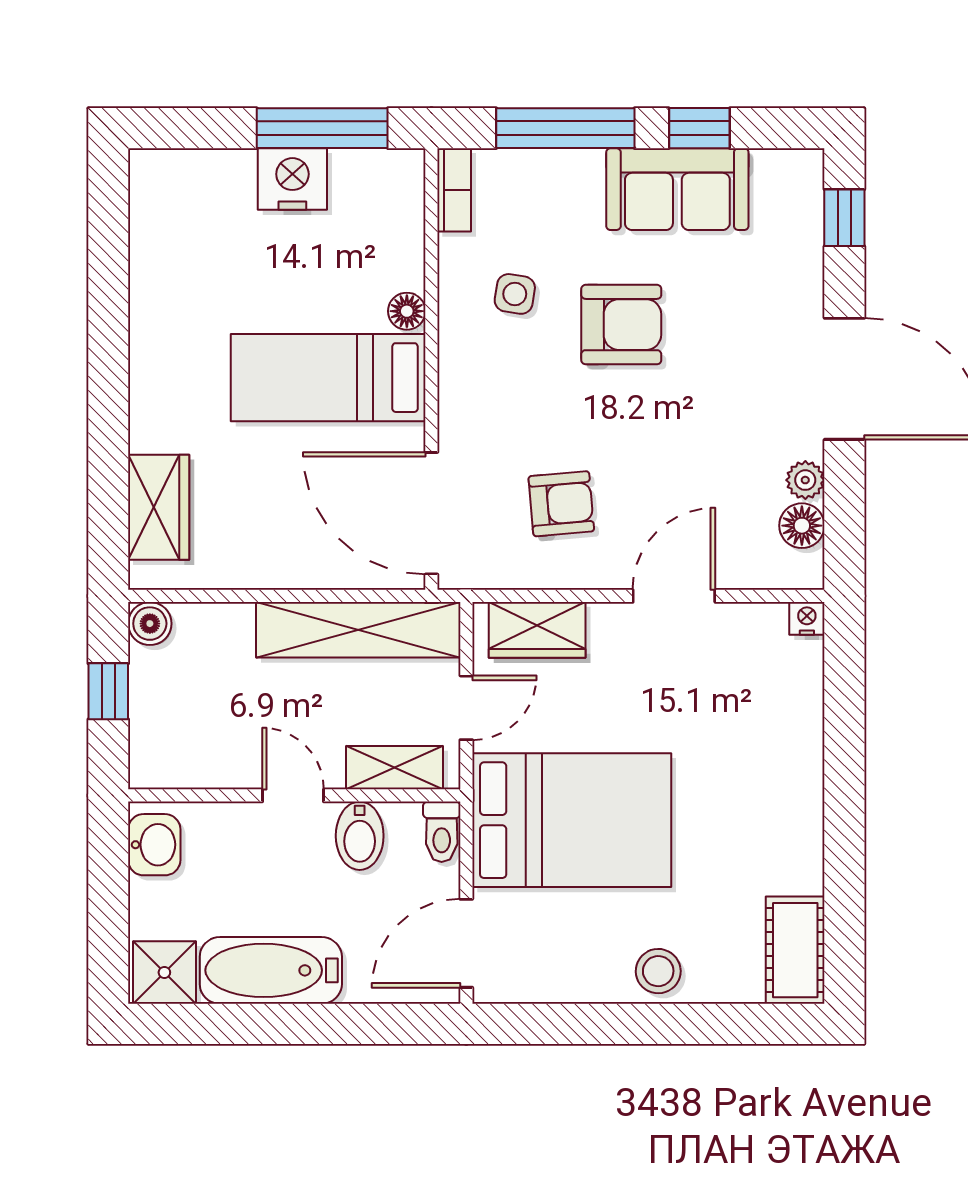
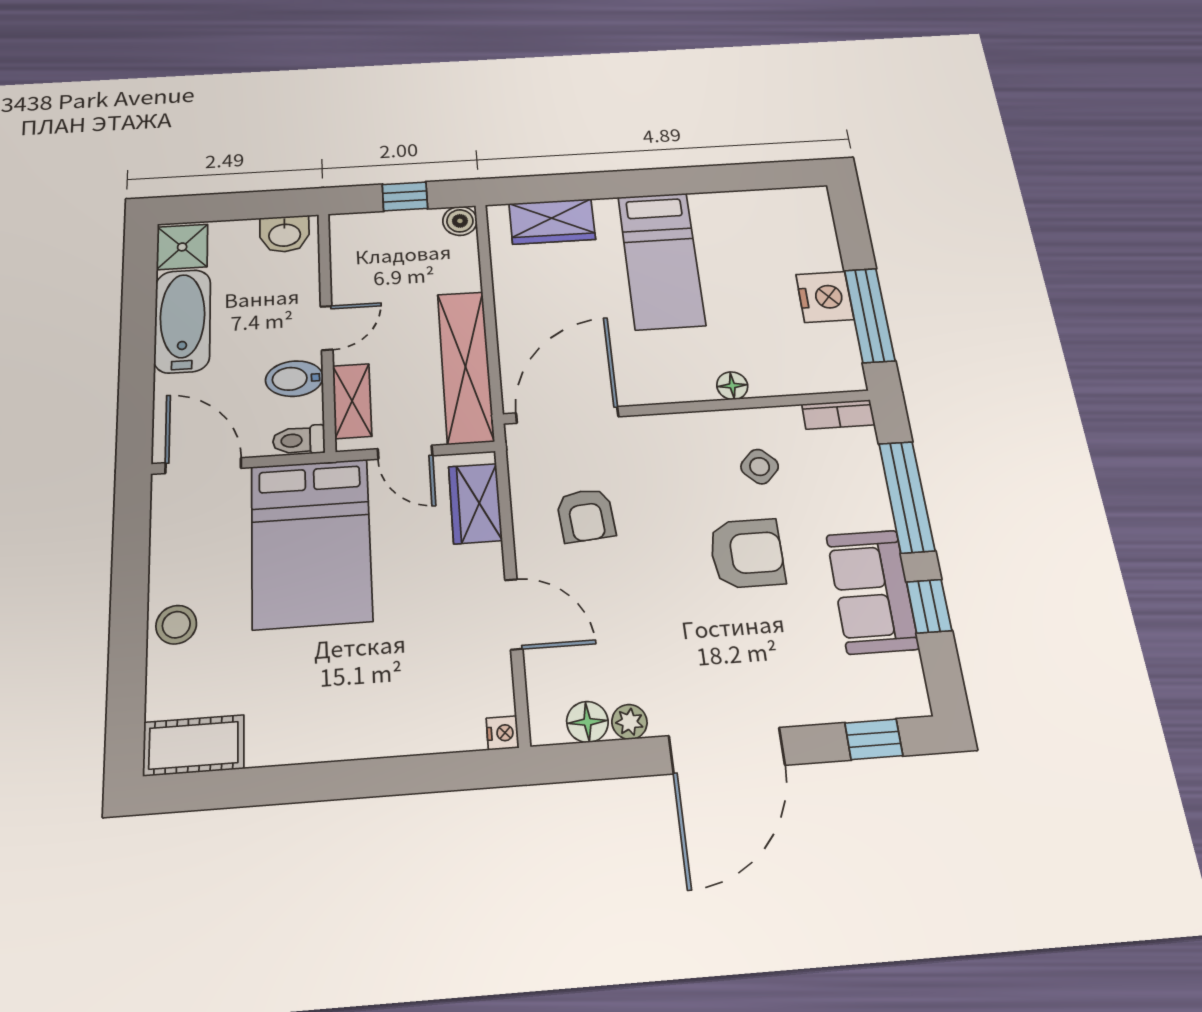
side table: (515, 294) -> (760, 467), turned 35
armchair: (621, 325) -> (747, 553), turned -90
bed: (328, 378) -> (661, 260), moved, turned 180

